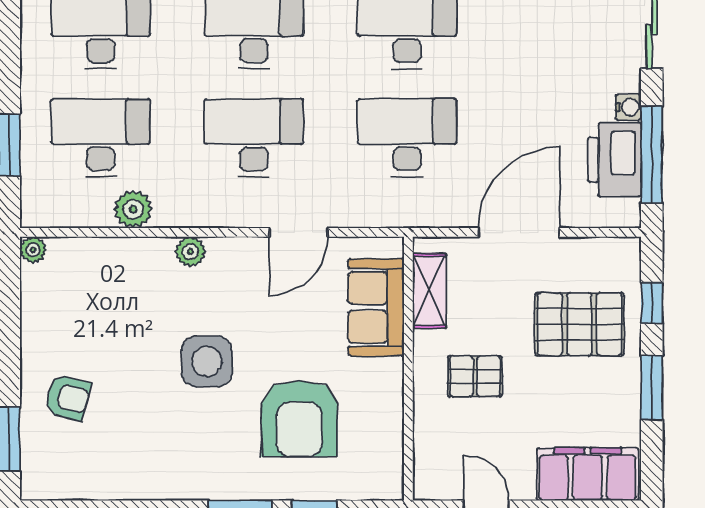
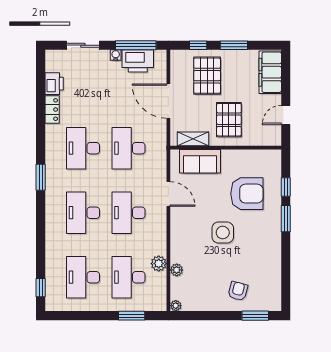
plant: (190, 252) -> (177, 270), moved
pallet: (475, 376) -> (229, 120), width x1.50, depth x1.42

